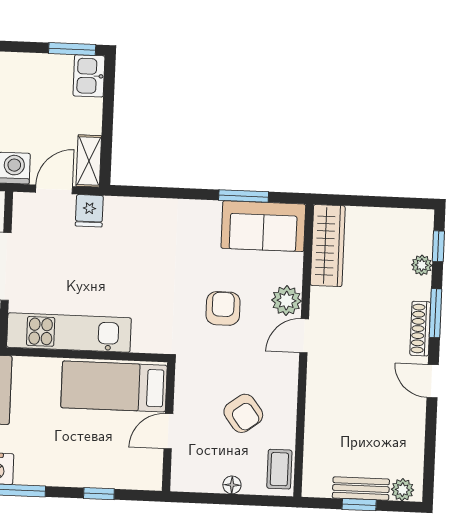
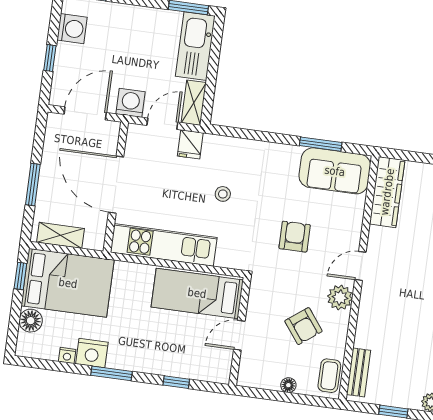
kitchen sink: (89, 76) -> (195, 46), width x1.88, depth x1.24
stool: (133, 266) -> (223, 194), added
plant: (286, 301) -> (340, 297), moved
bench: (361, 489) -> (359, 372), moved, turned 90

